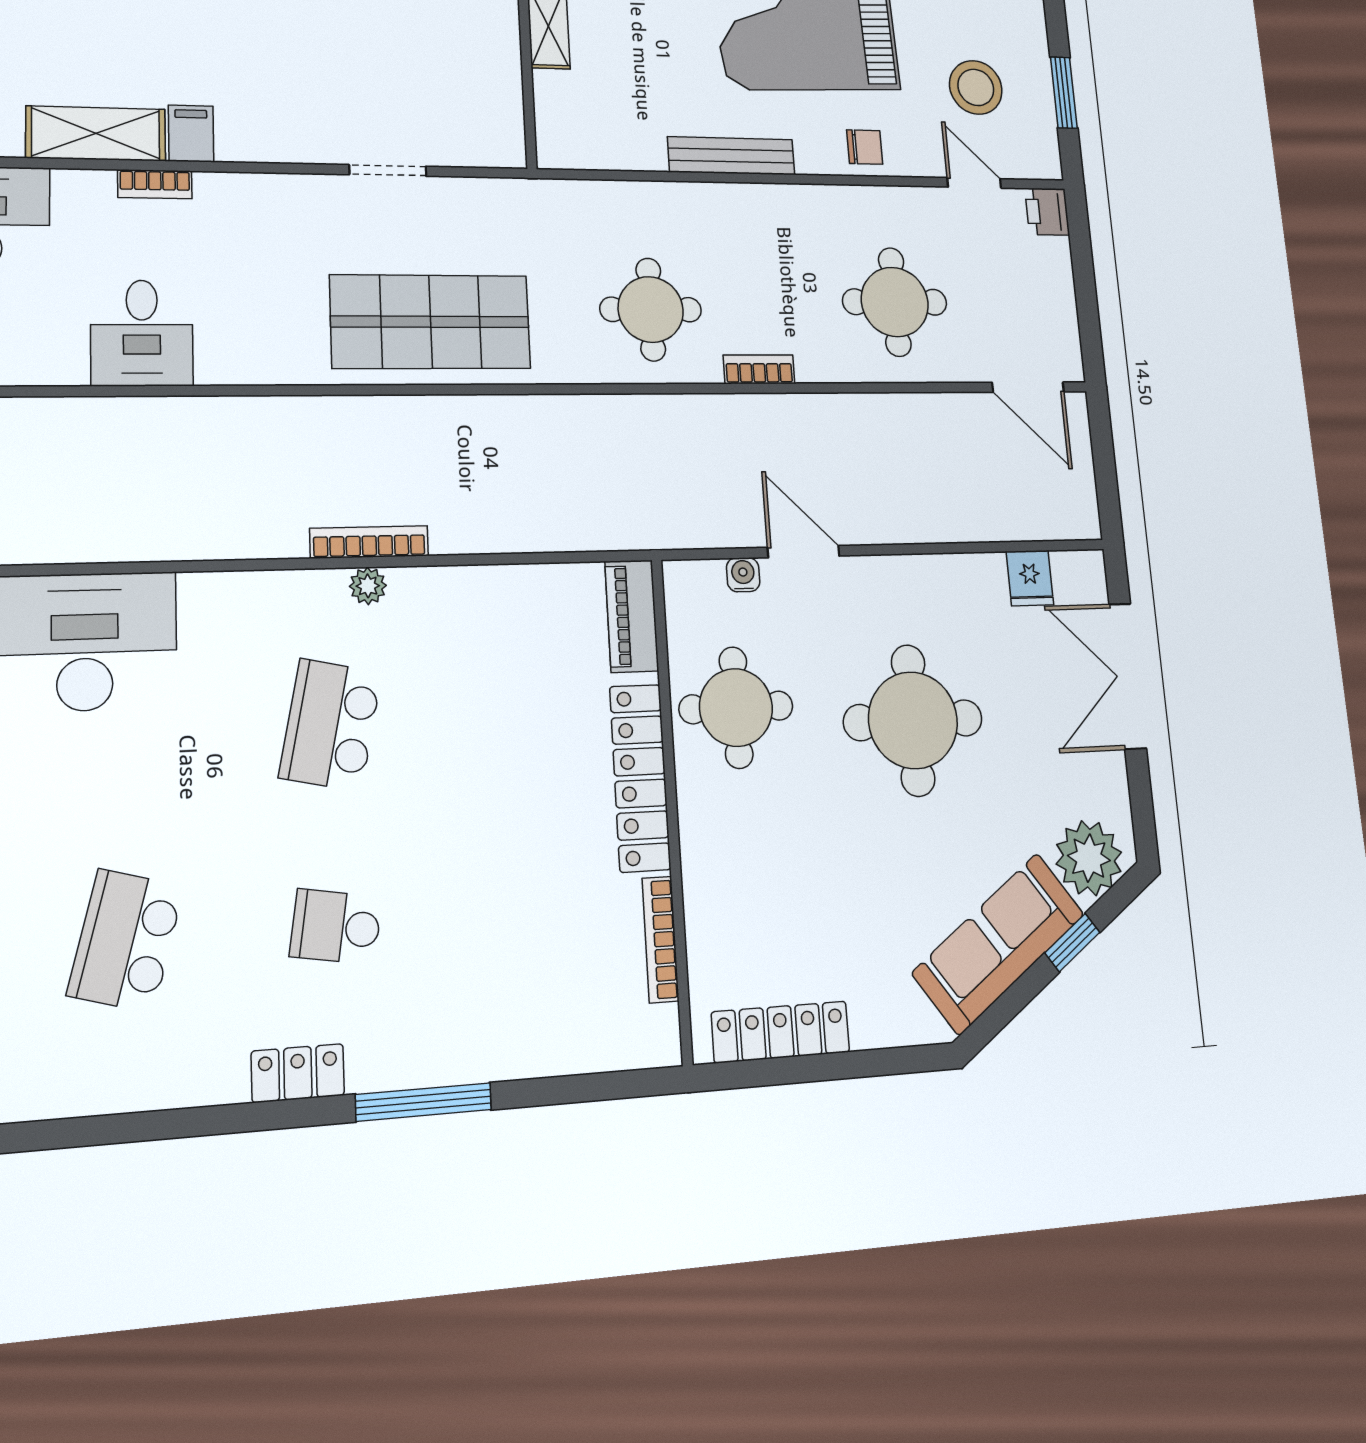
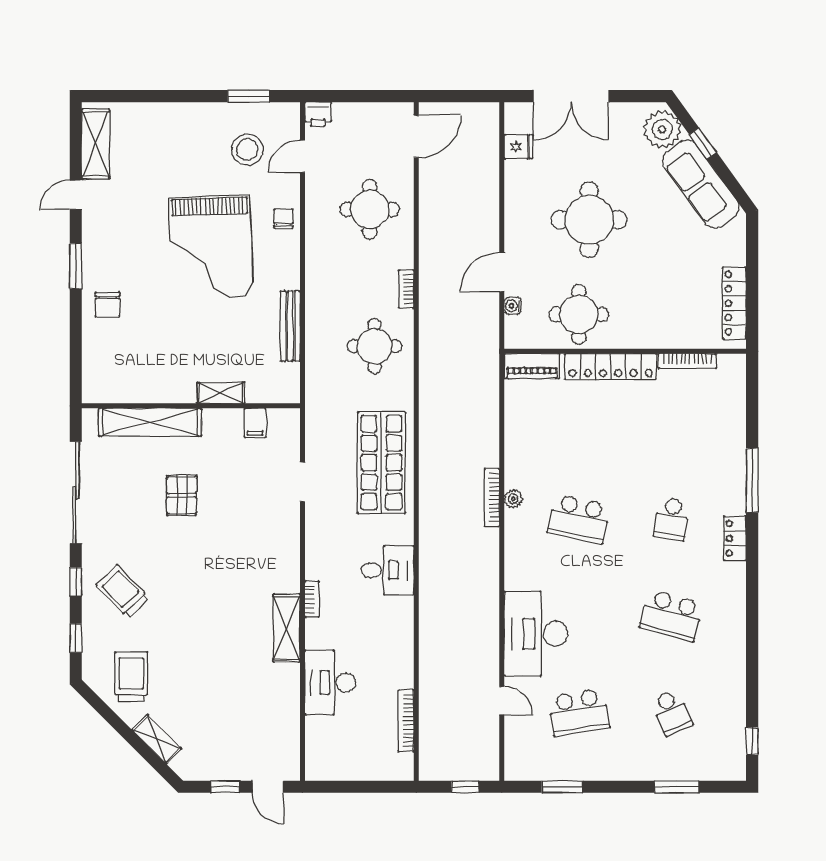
filing cabinet: (191, 134) -> (255, 423), moved, turned -90
bench: (731, 156) -> (290, 326), moved
desk: (142, 333) -> (388, 570), moved

